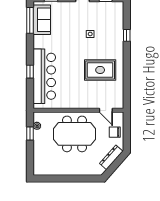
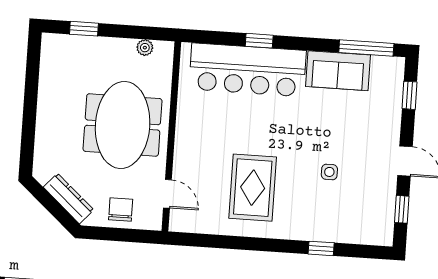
sofa: (42, 20) -> (338, 71), moved
door: (106, 110) -> (167, 194), swing flipped
window: (30, 134) -> (84, 29), moved

